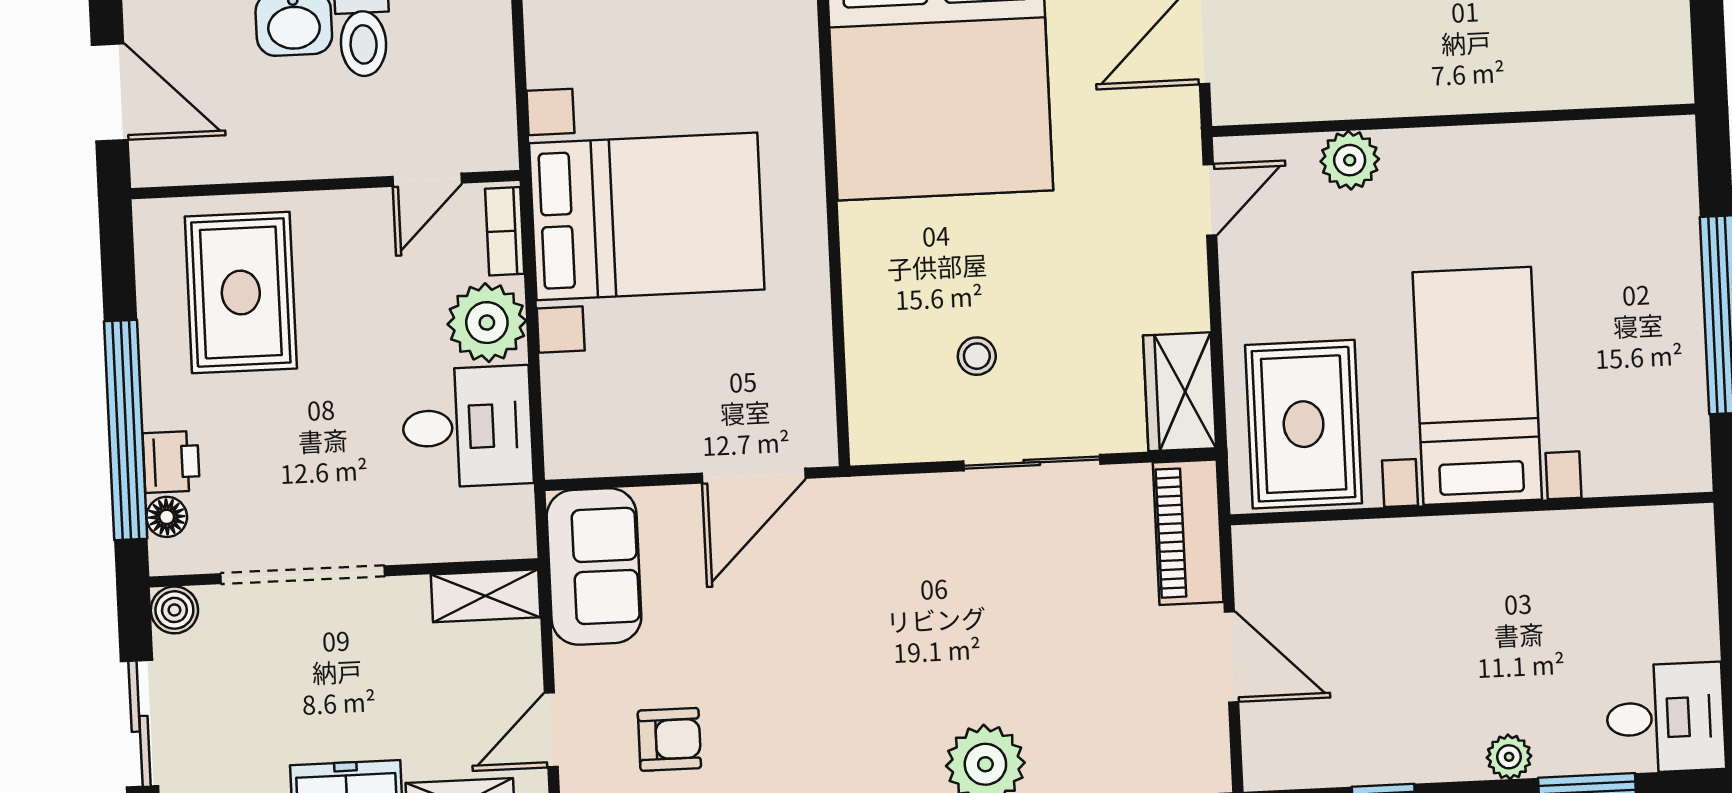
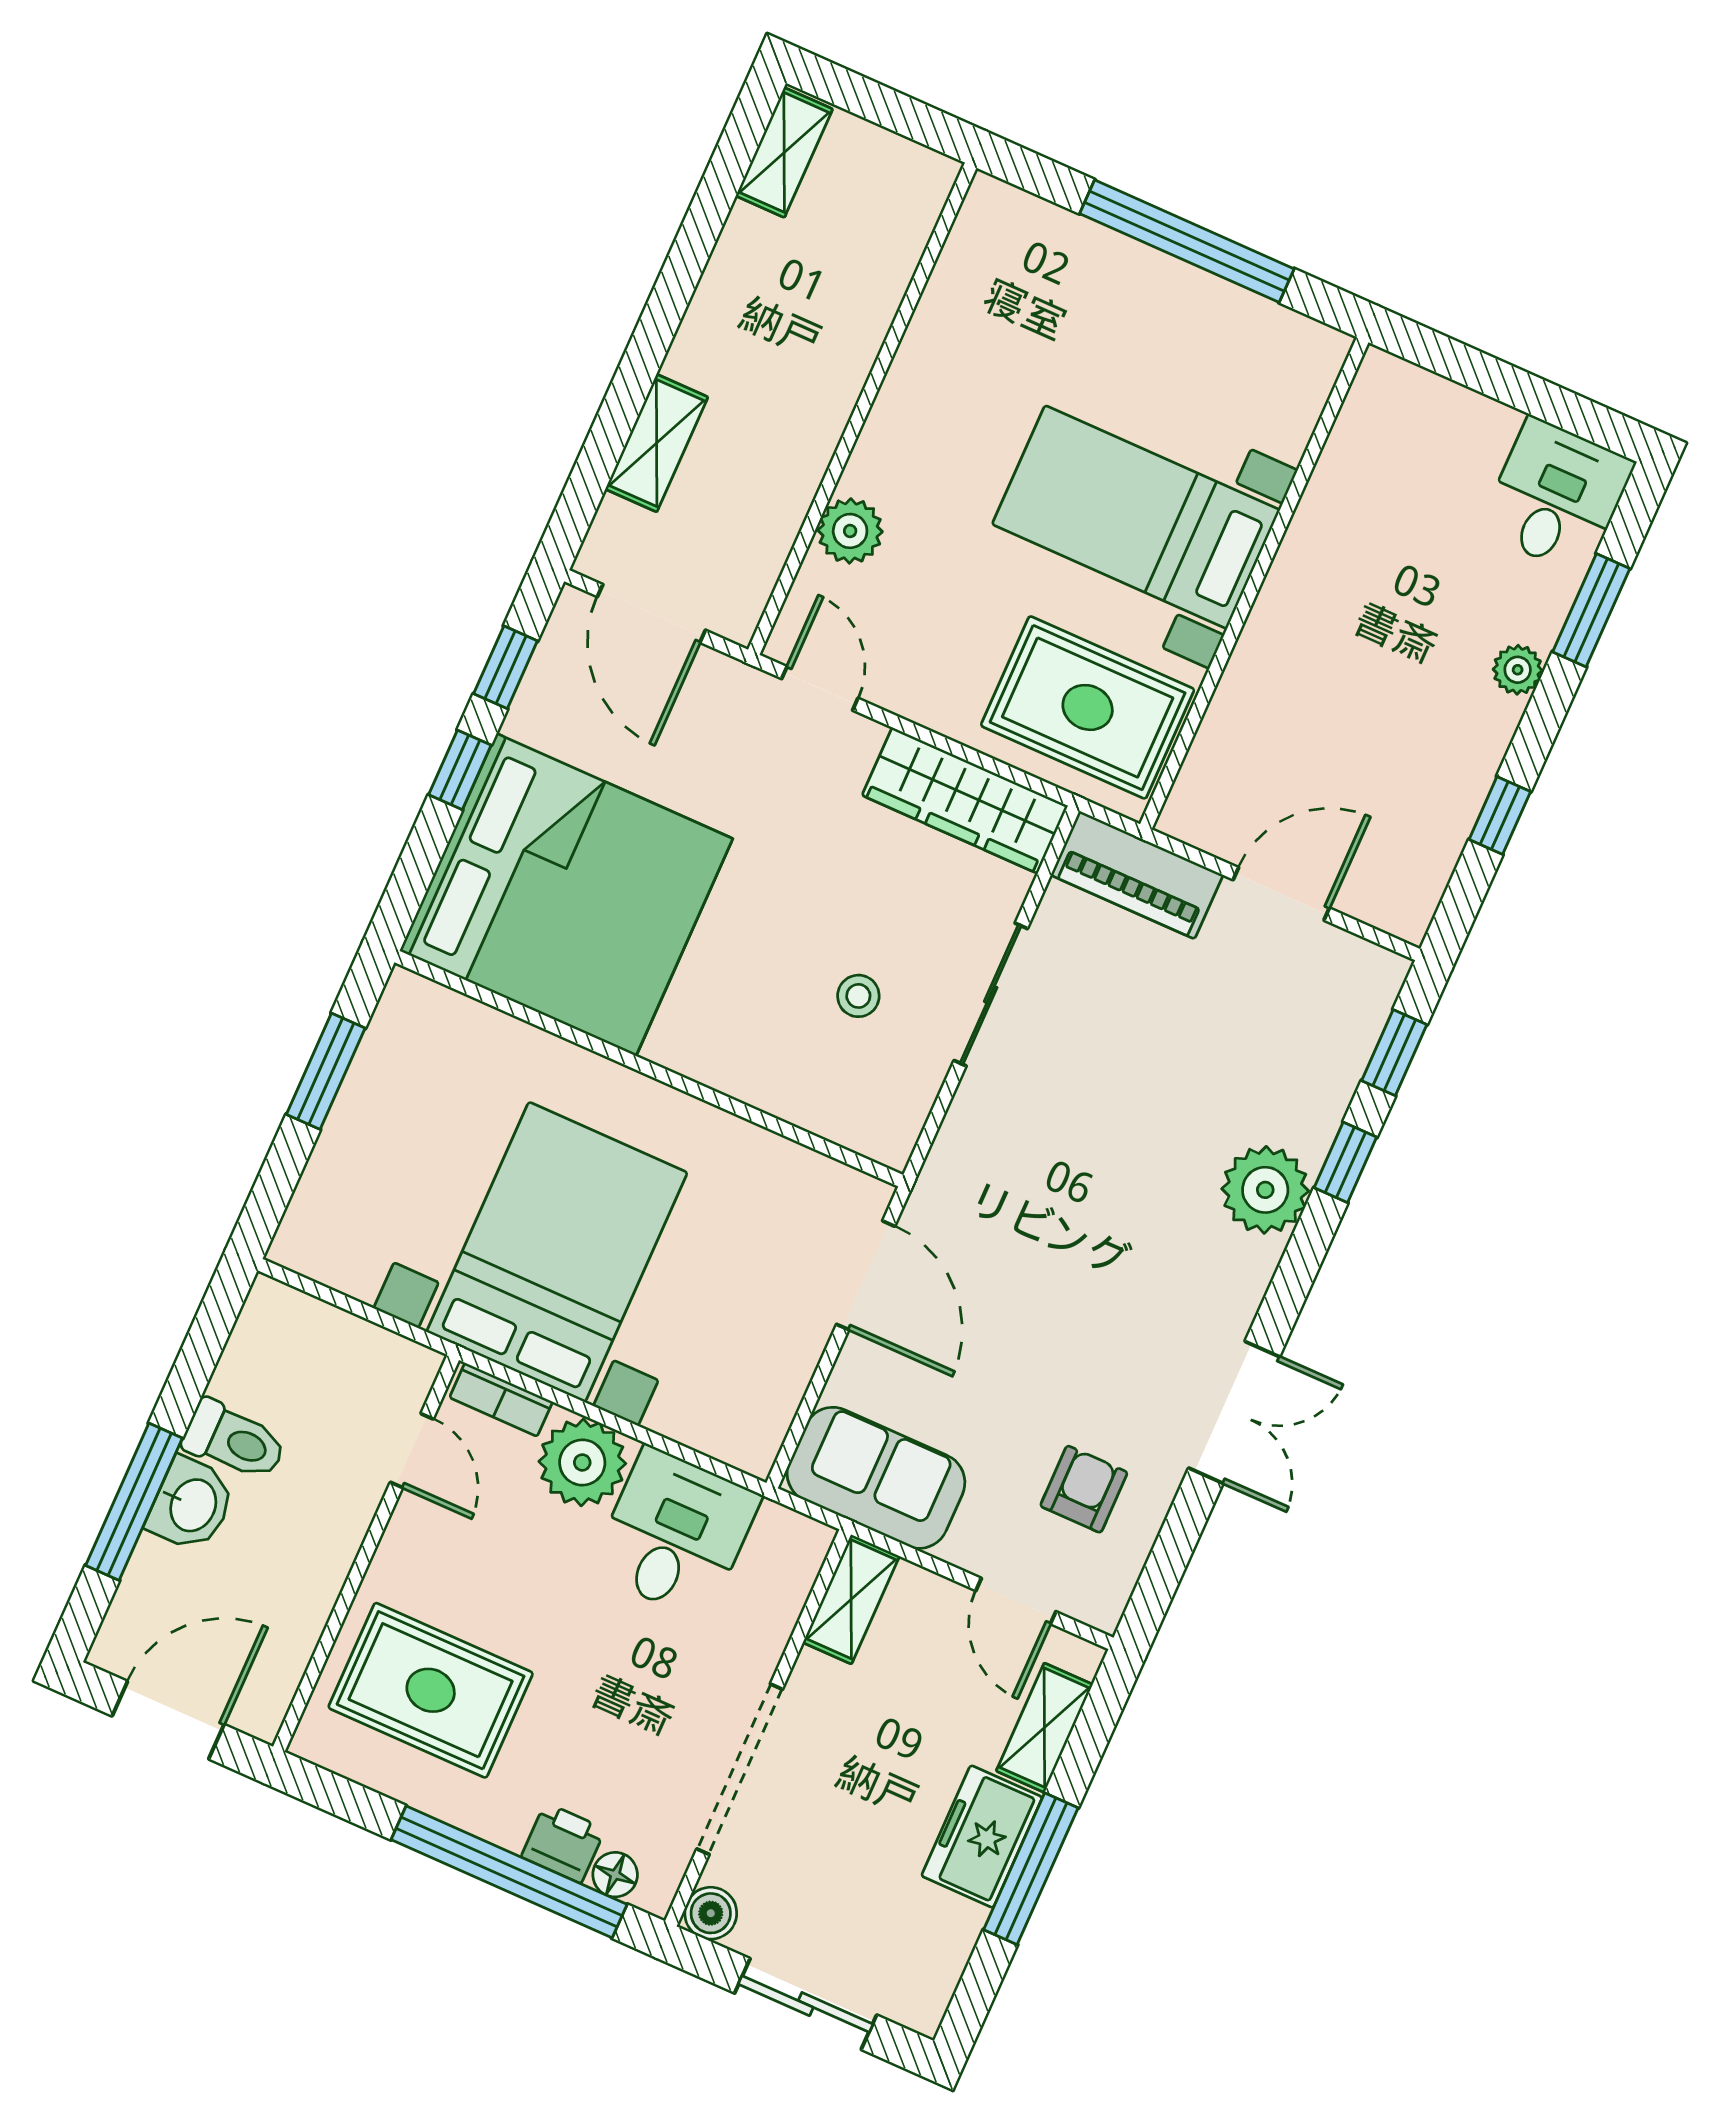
wardrobe: (1180, 392) -> (965, 800), width x1.50

